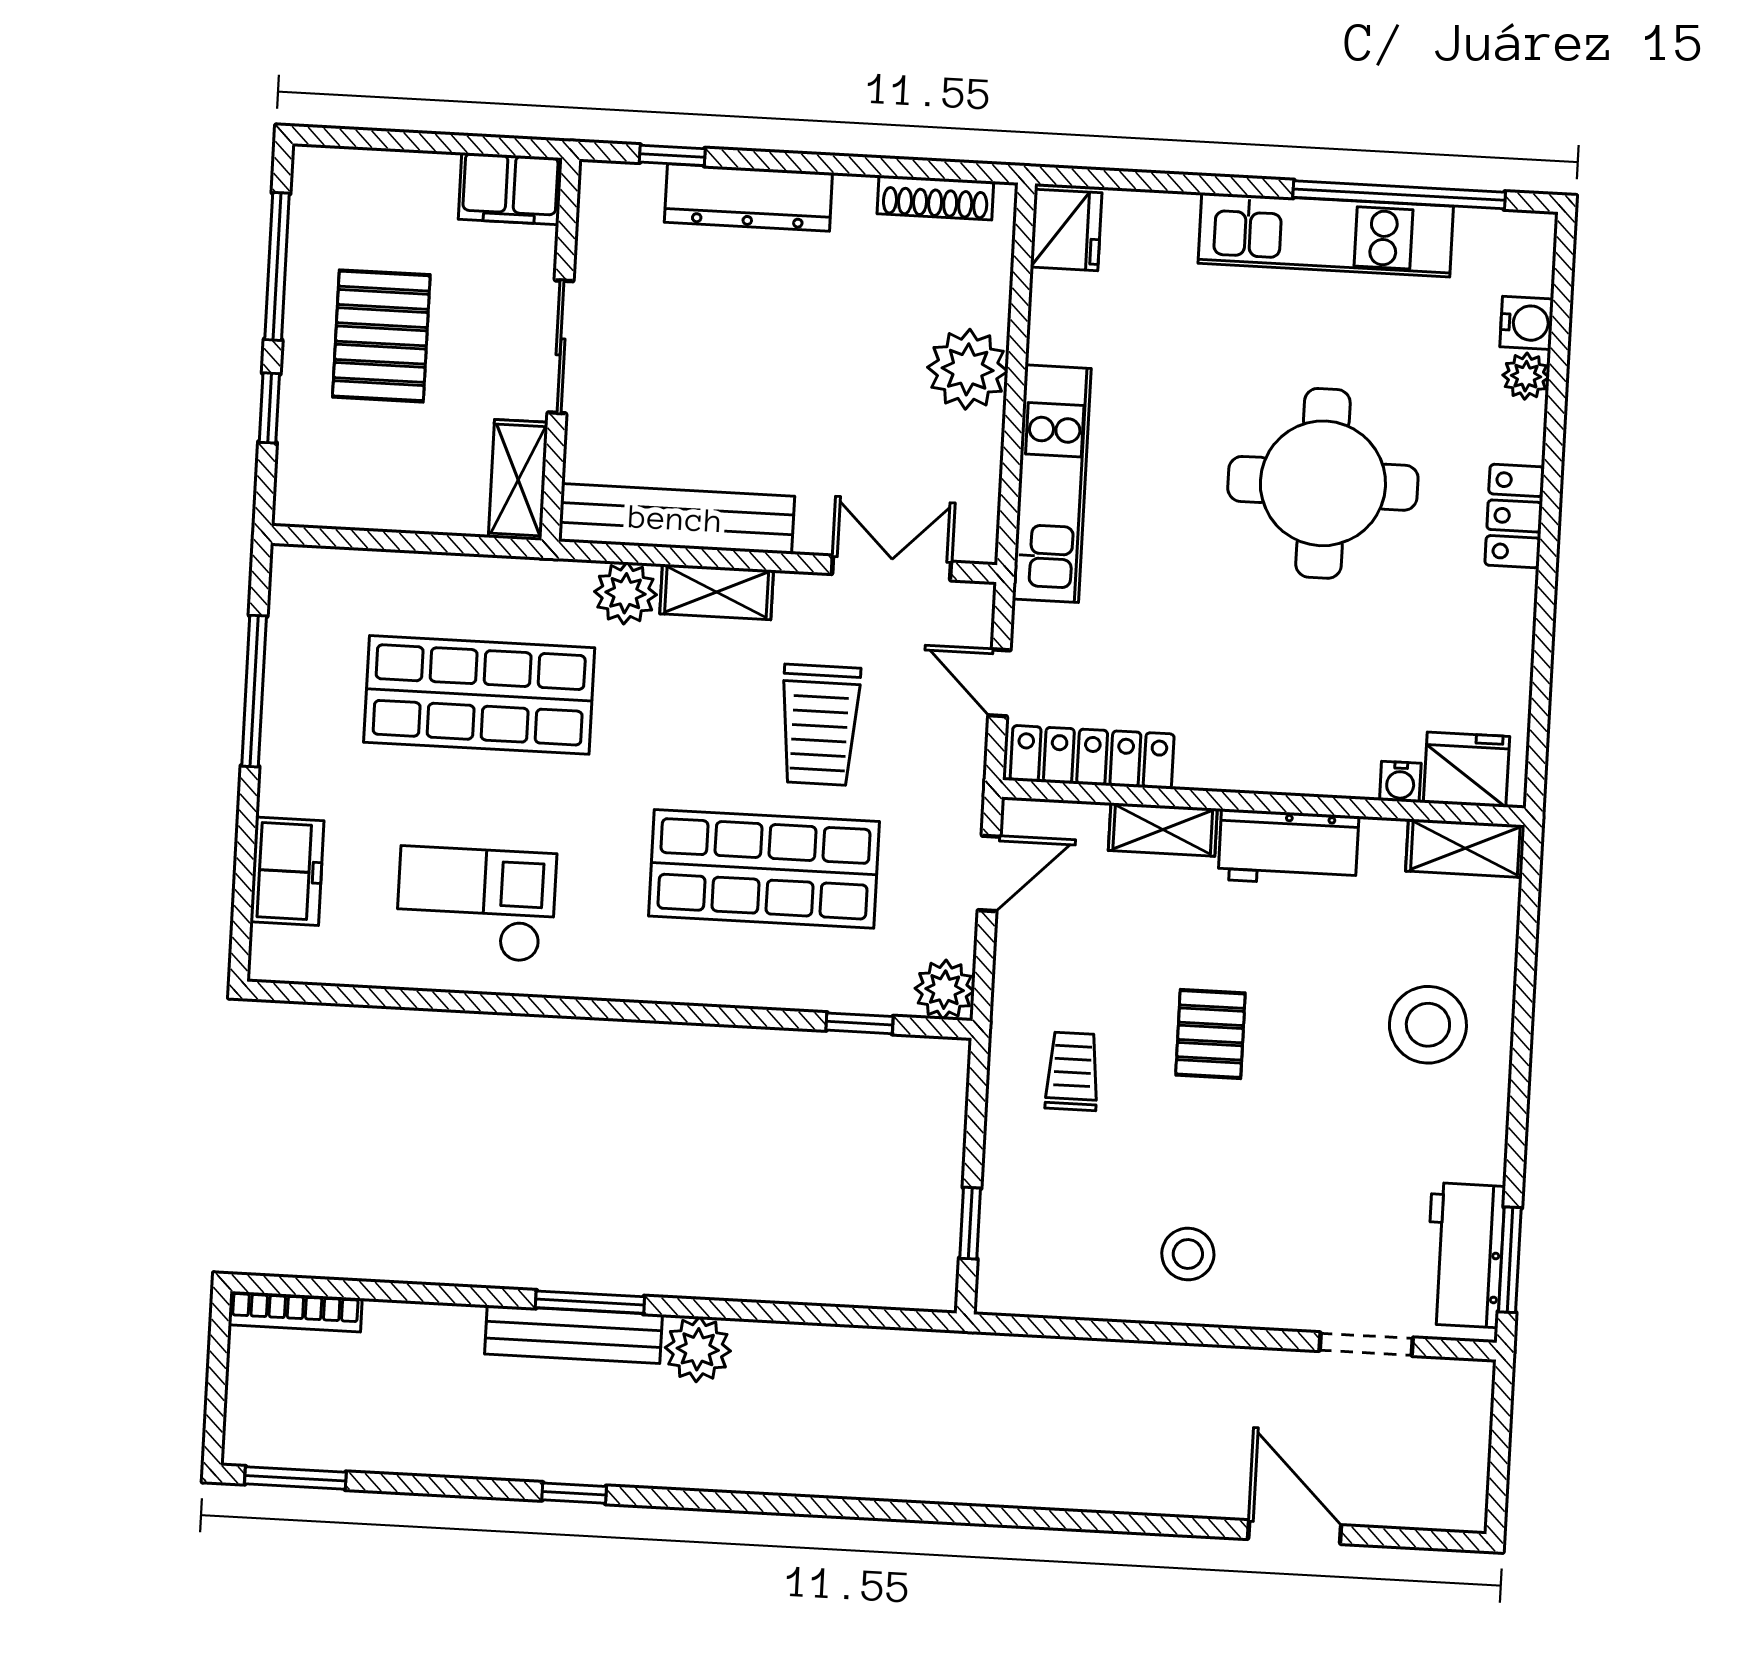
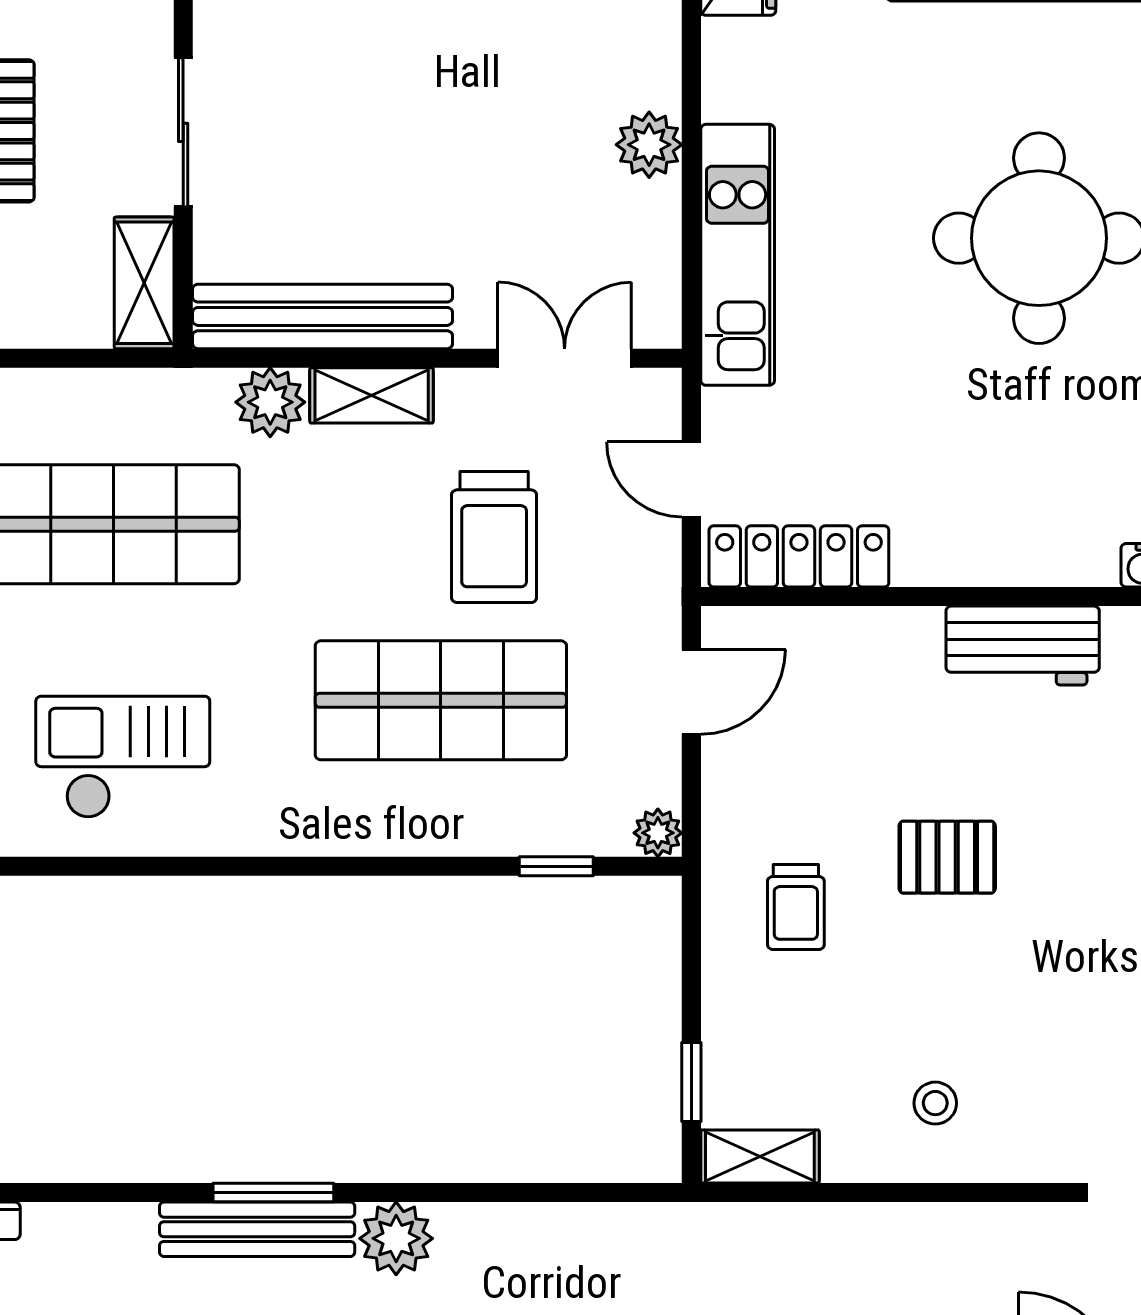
plant: (968, 369) -> (649, 145), width x0.73, depth x0.73
shelving: (1163, 829) -> (760, 1156), moved
plant: (945, 990) -> (658, 833), width x0.73, depth x0.73
pallet: (1210, 1034) -> (947, 857), turned 90
trolley: (1072, 1071) -> (796, 907), turned 180
stool: (1188, 1254) -> (935, 1103), width x0.73, depth x0.73

